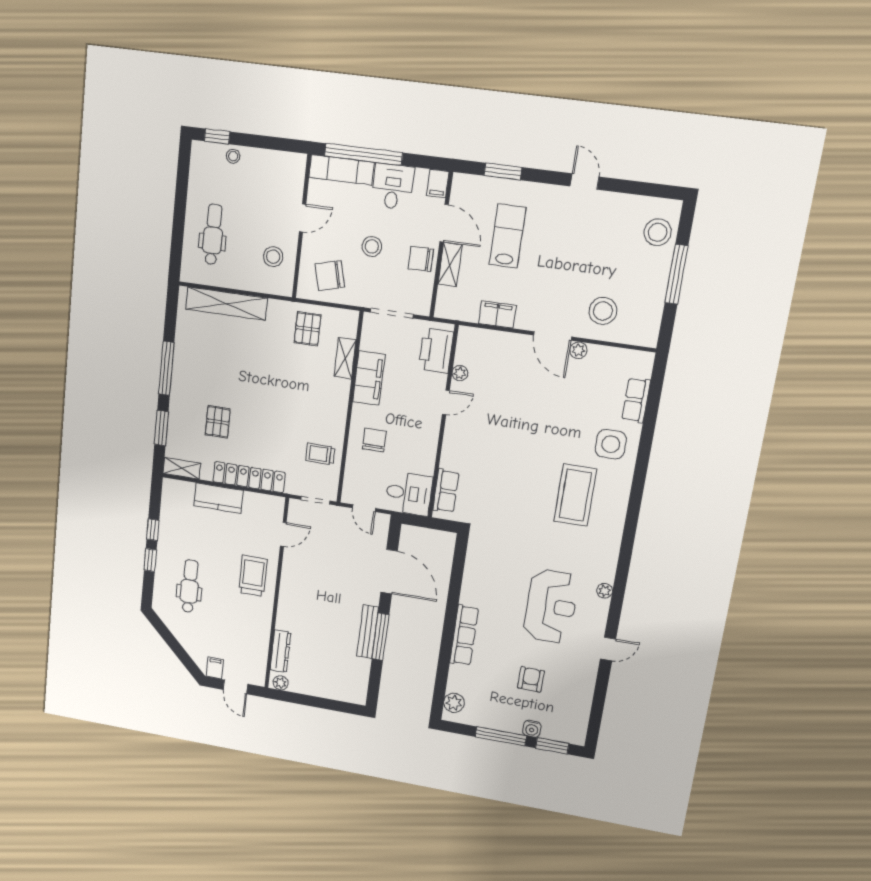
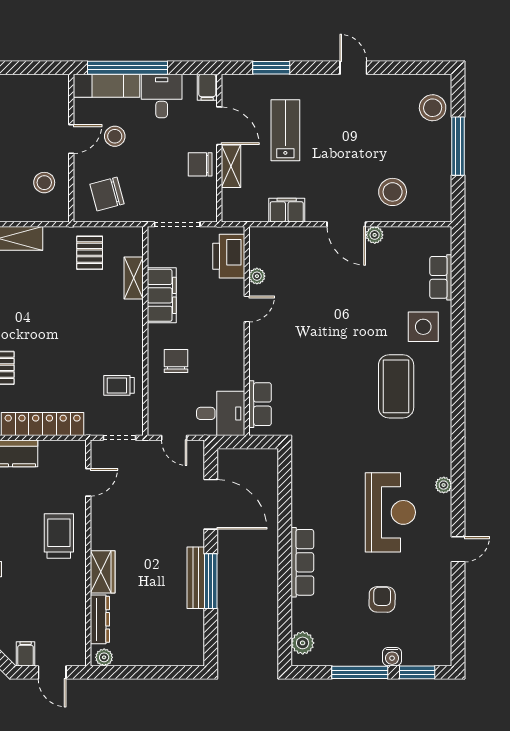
stool: (372, 246) -> (115, 136), moved
wardrobe: (287, 612) -> (103, 572), added

